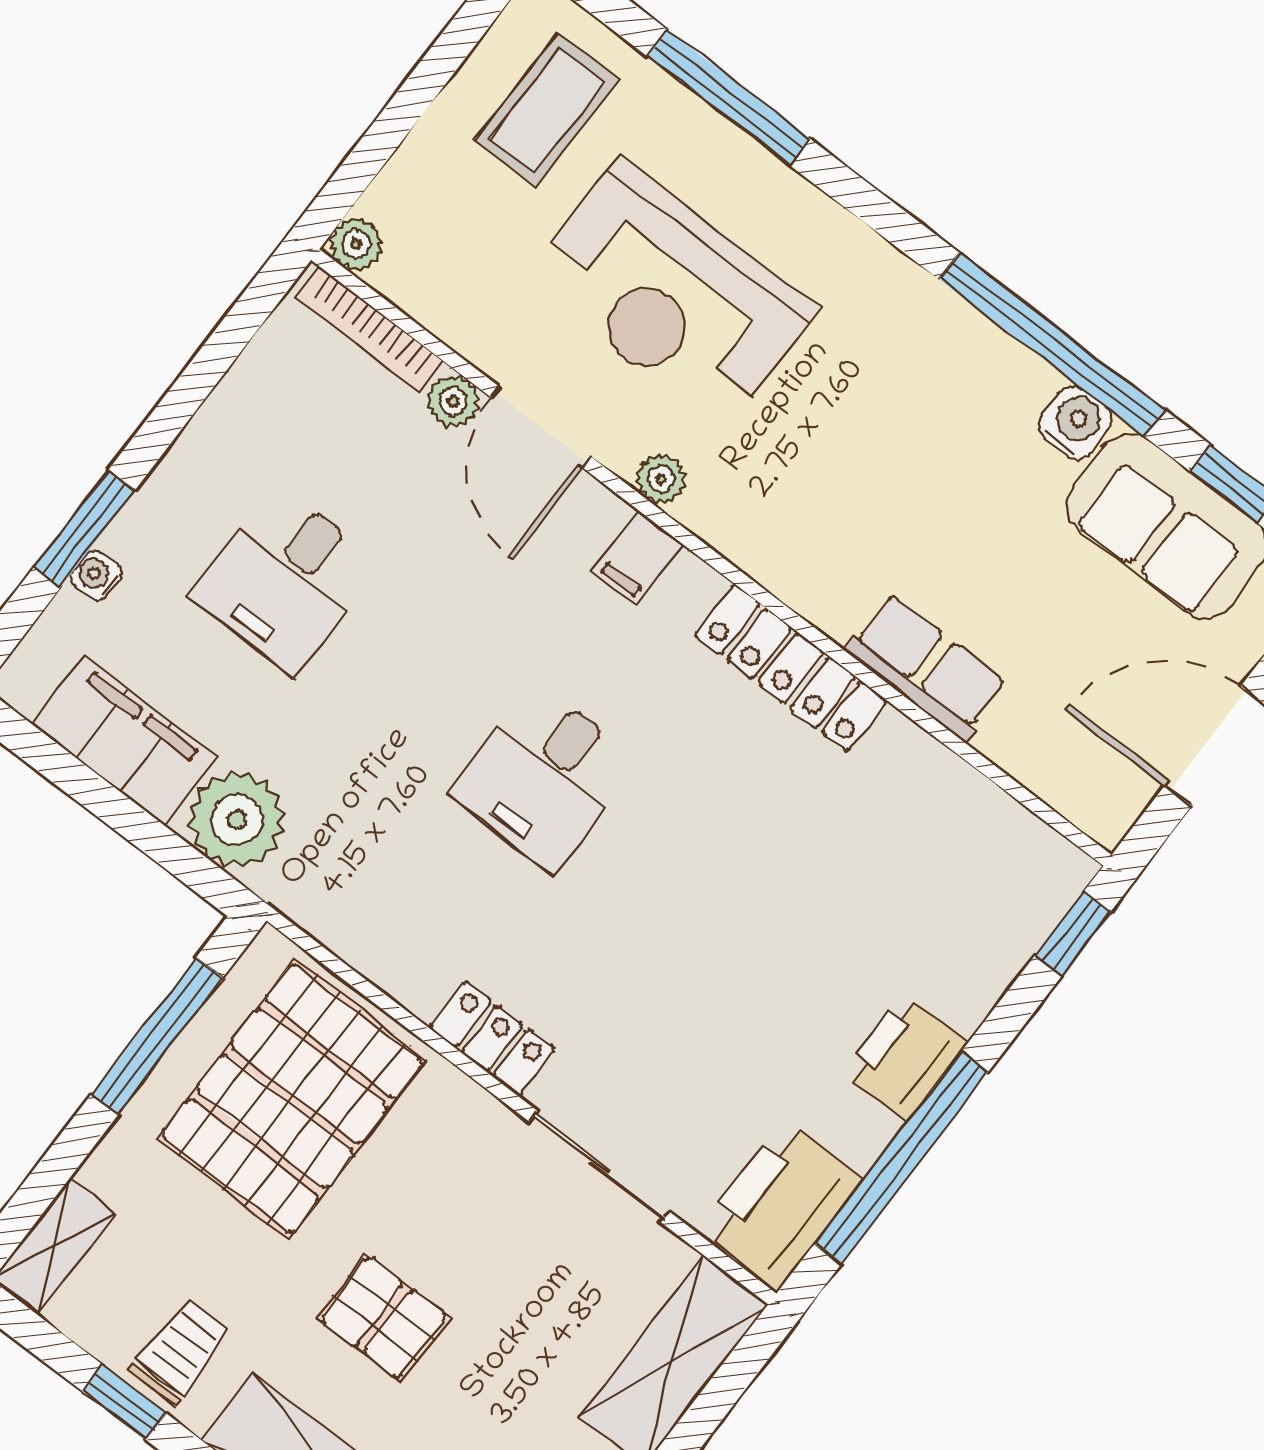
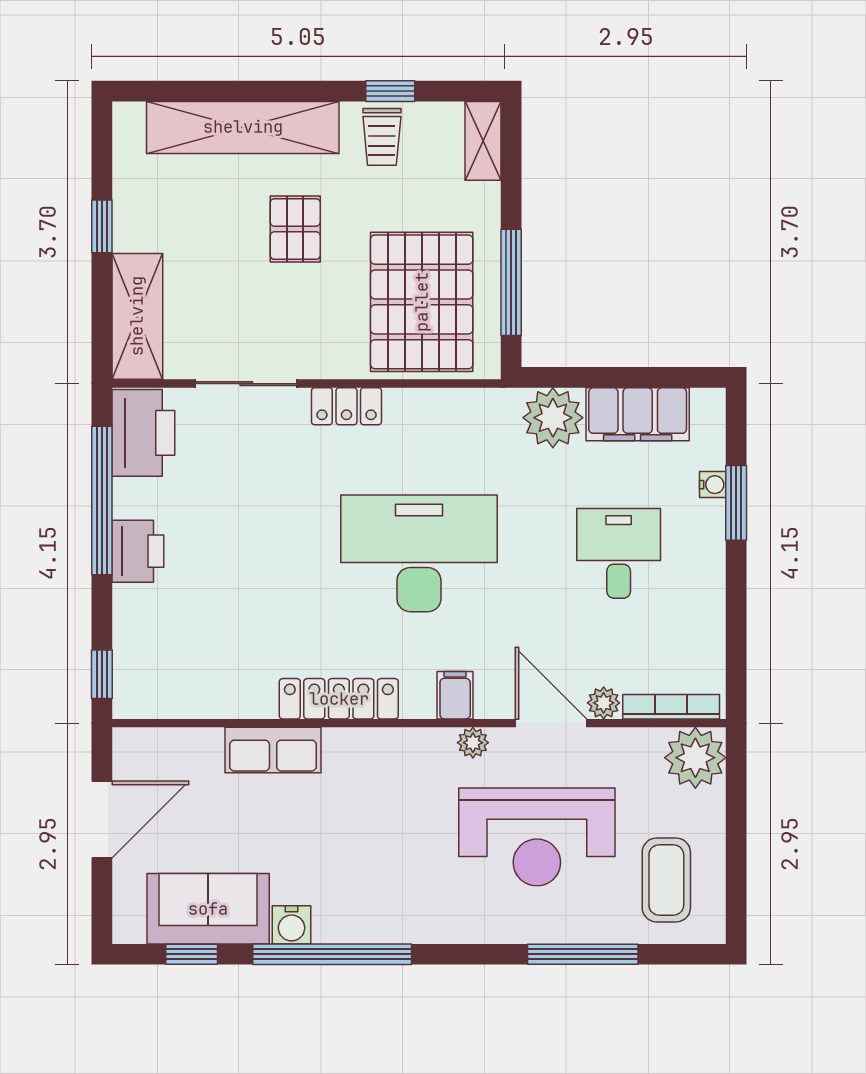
plant: (356, 244) -> (695, 758), width x1.87, depth x1.87
reception desk: (672, 294) -> (537, 837), turned 180
desk: (544, 777) -> (419, 553), width x1.87, depth x1.30
pallet: (383, 1318) -> (295, 229), turned 90

